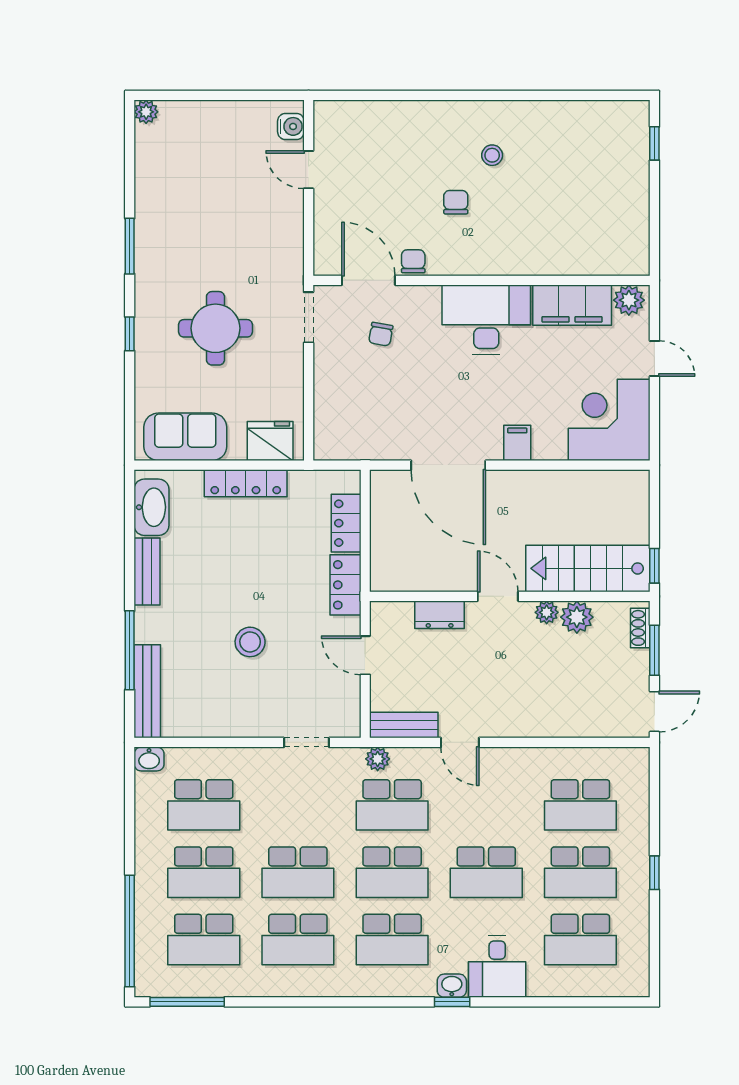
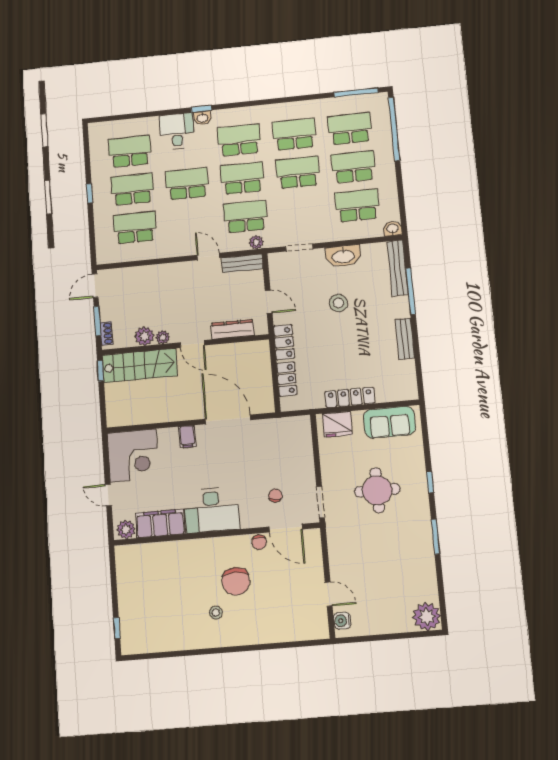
plant: (146, 112) -> (427, 617), width x1.88, depth x1.88
chair: (456, 202) -> (236, 581), width x1.87, depth x1.87
washbasin: (151, 507) -> (343, 256), moved, turned -90
dresser: (440, 615) -> (233, 329), width x1.44

